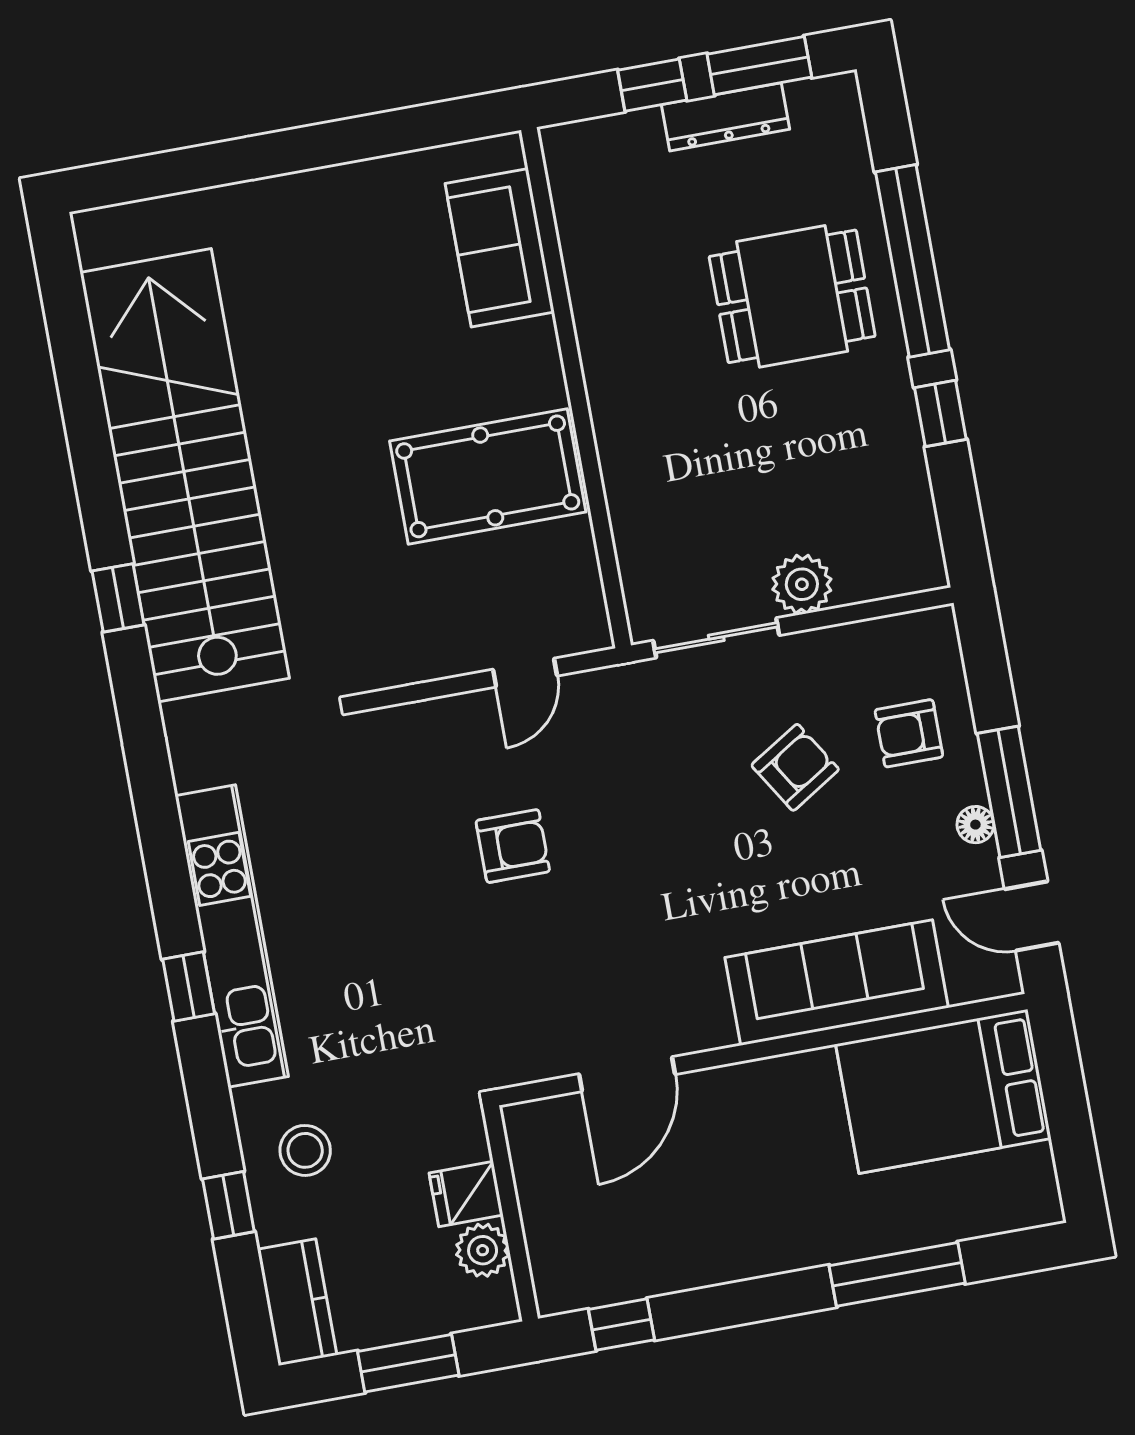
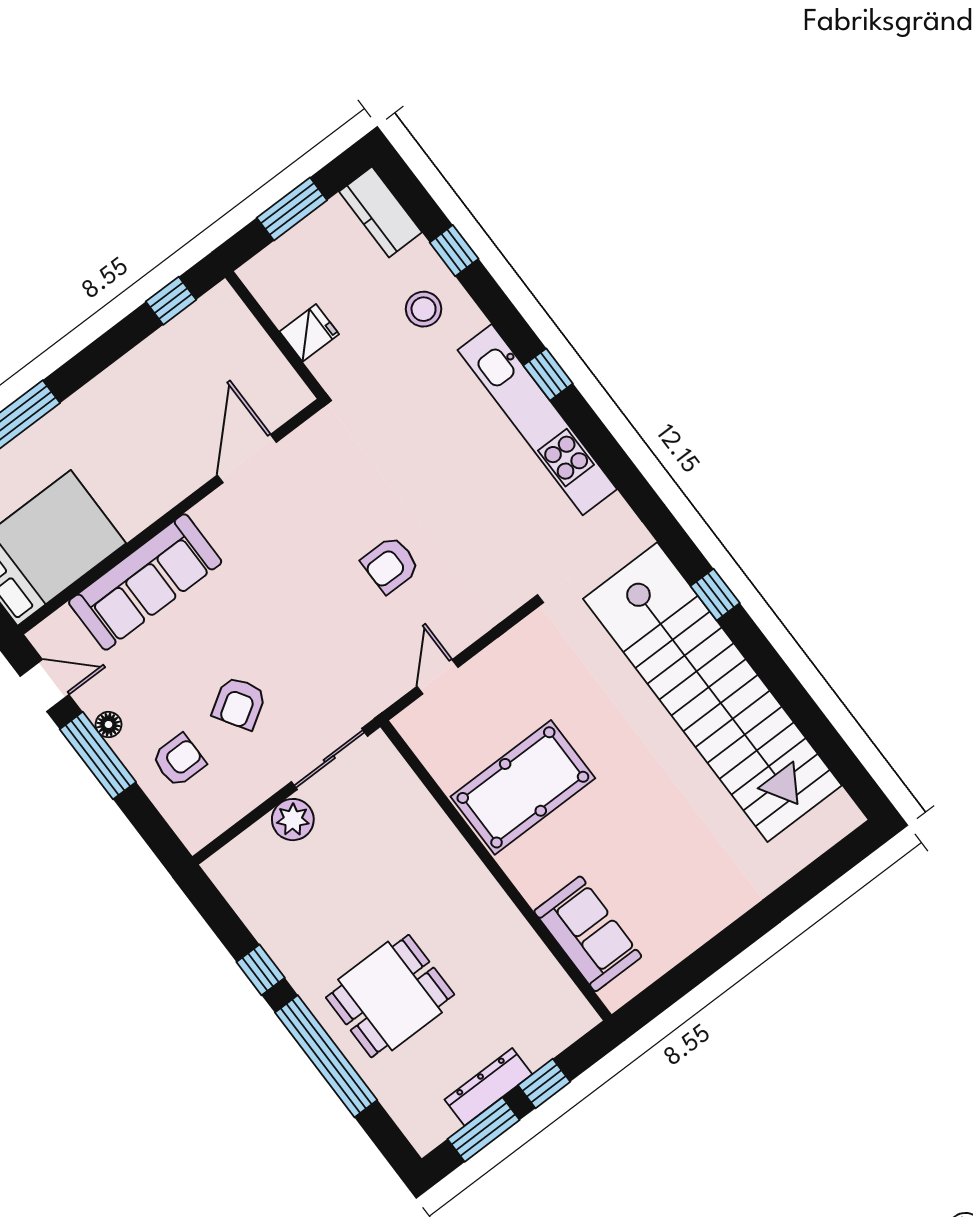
plant: (483, 1250) -> (281, 303), removed

